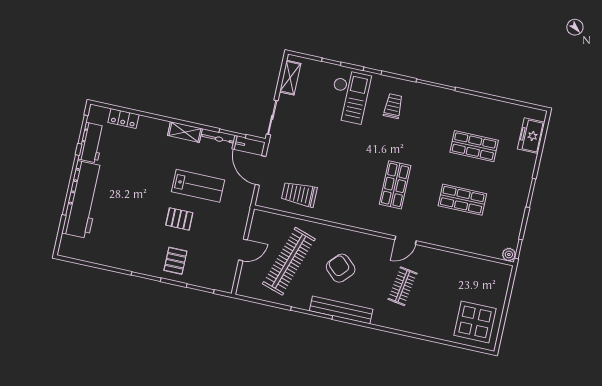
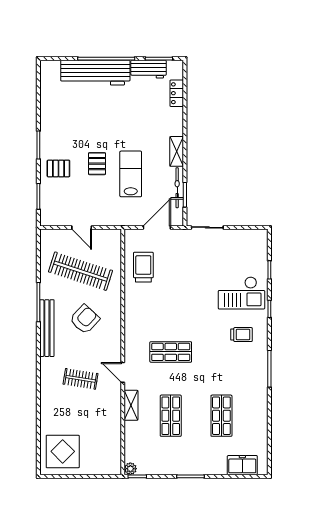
shelving: (290, 78) -> (131, 405), moved, turned 90
lab bench: (198, 186) -> (131, 174), turned 180

